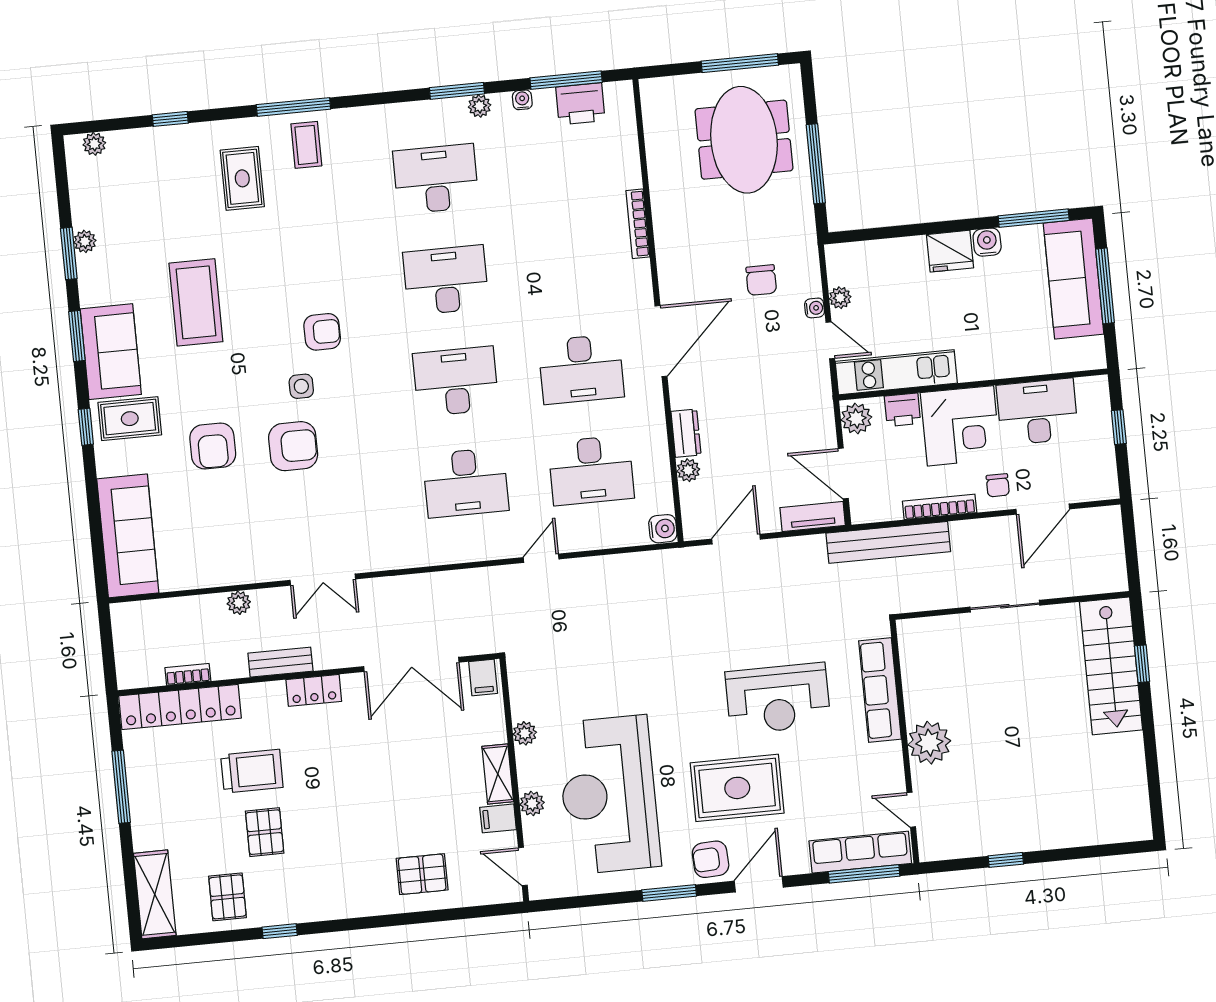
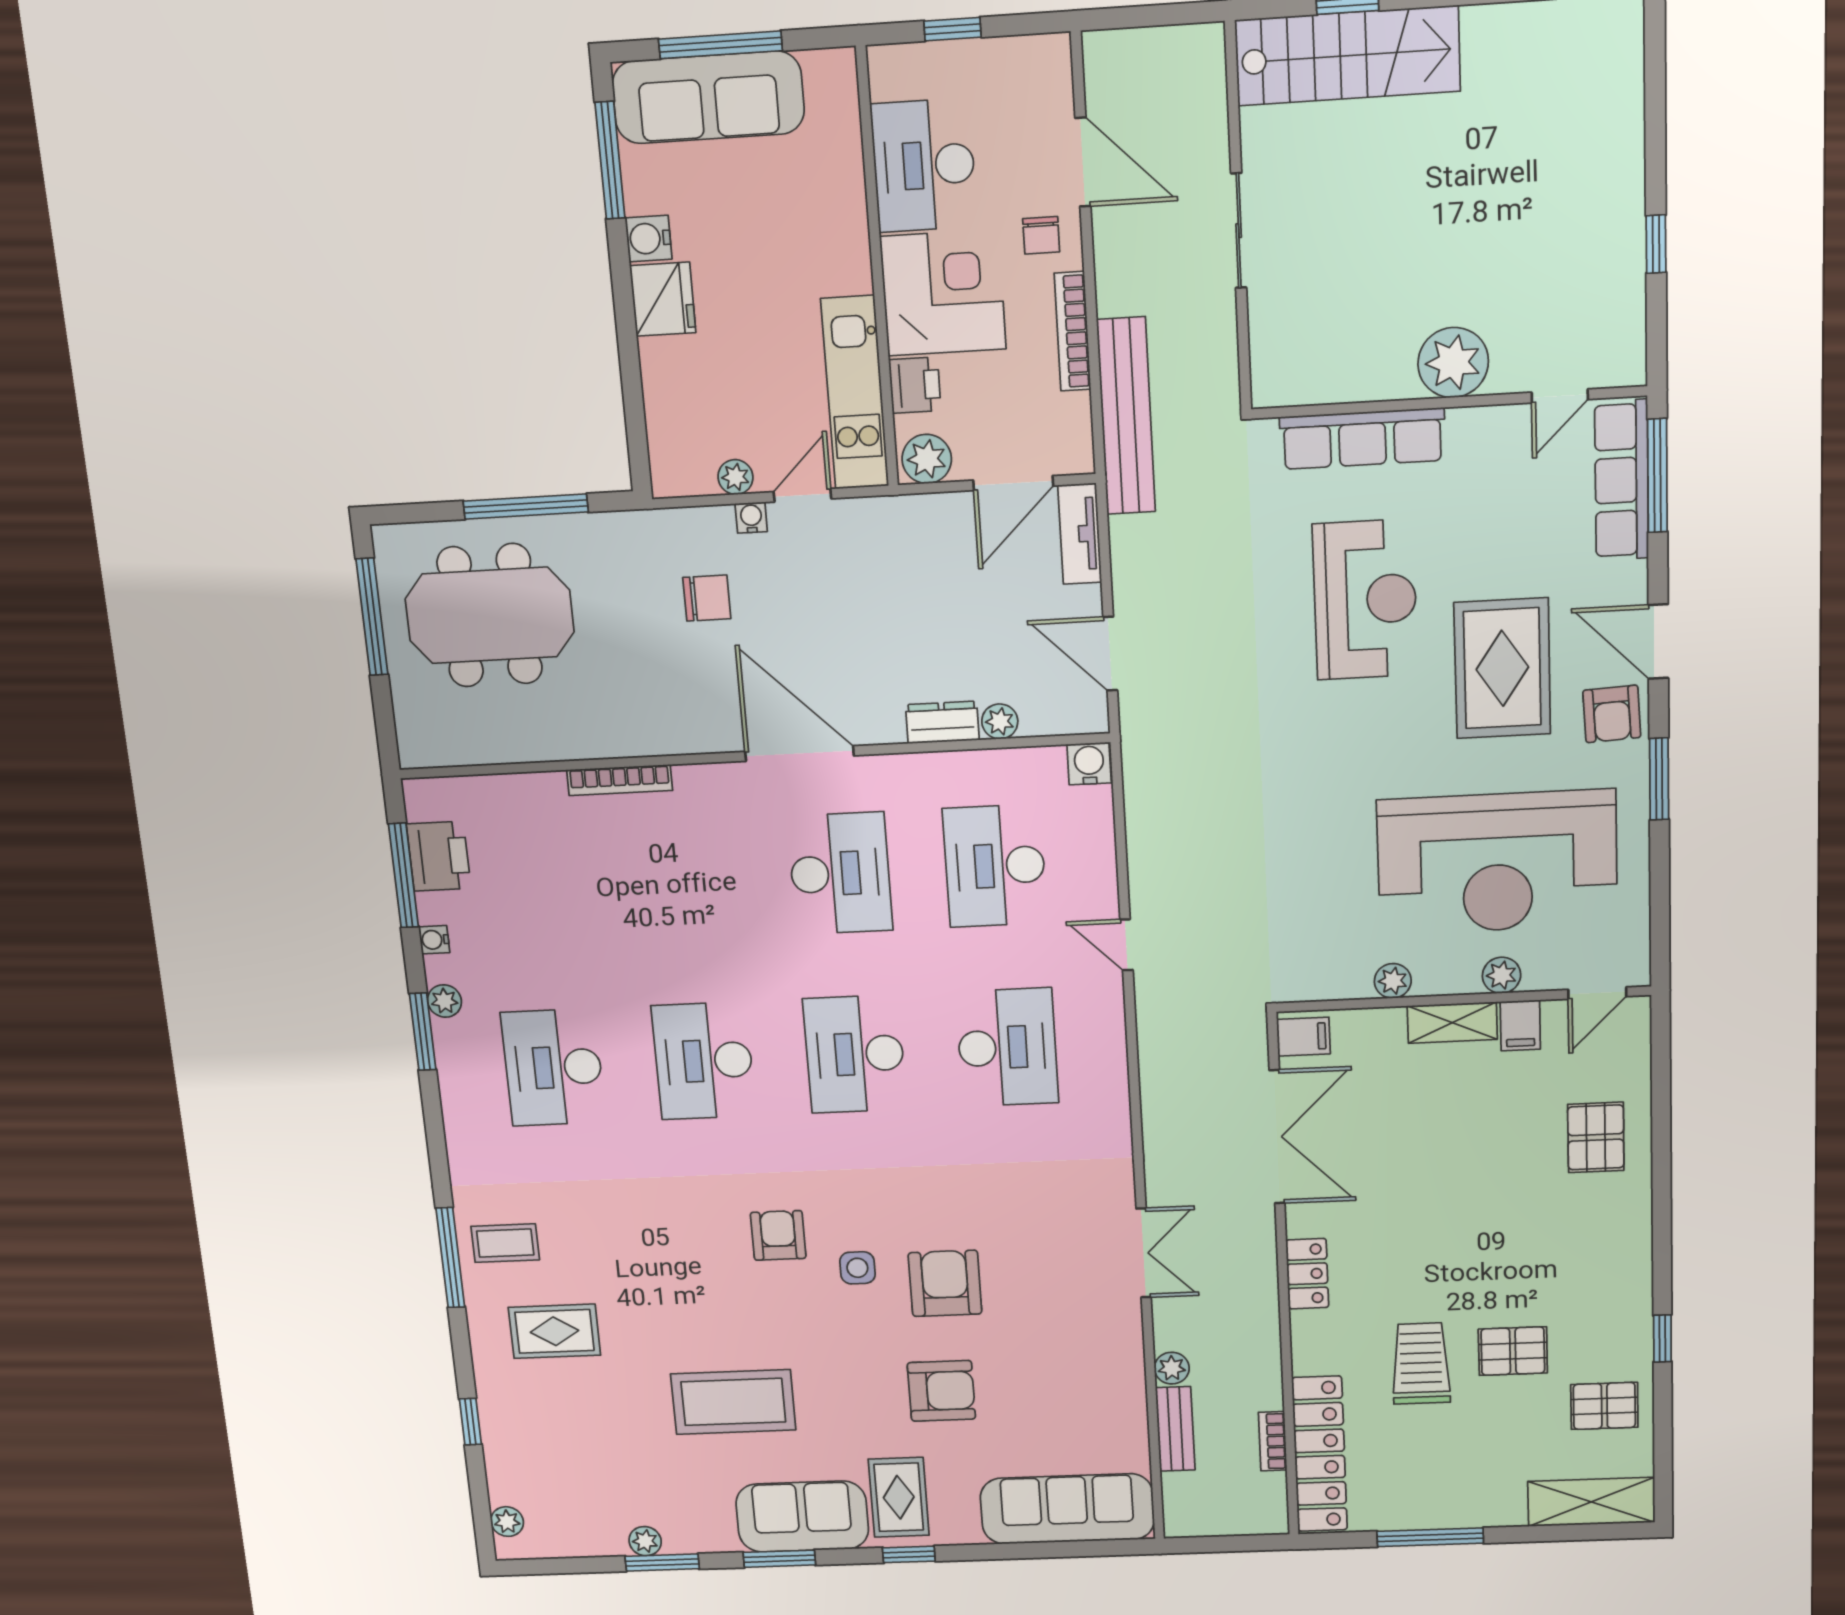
desk: (591, 470) -> (995, 866), turned 180
chair: (998, 485) -> (1041, 235), turned 90
bench: (280, 662) -> (1175, 1429), moved

